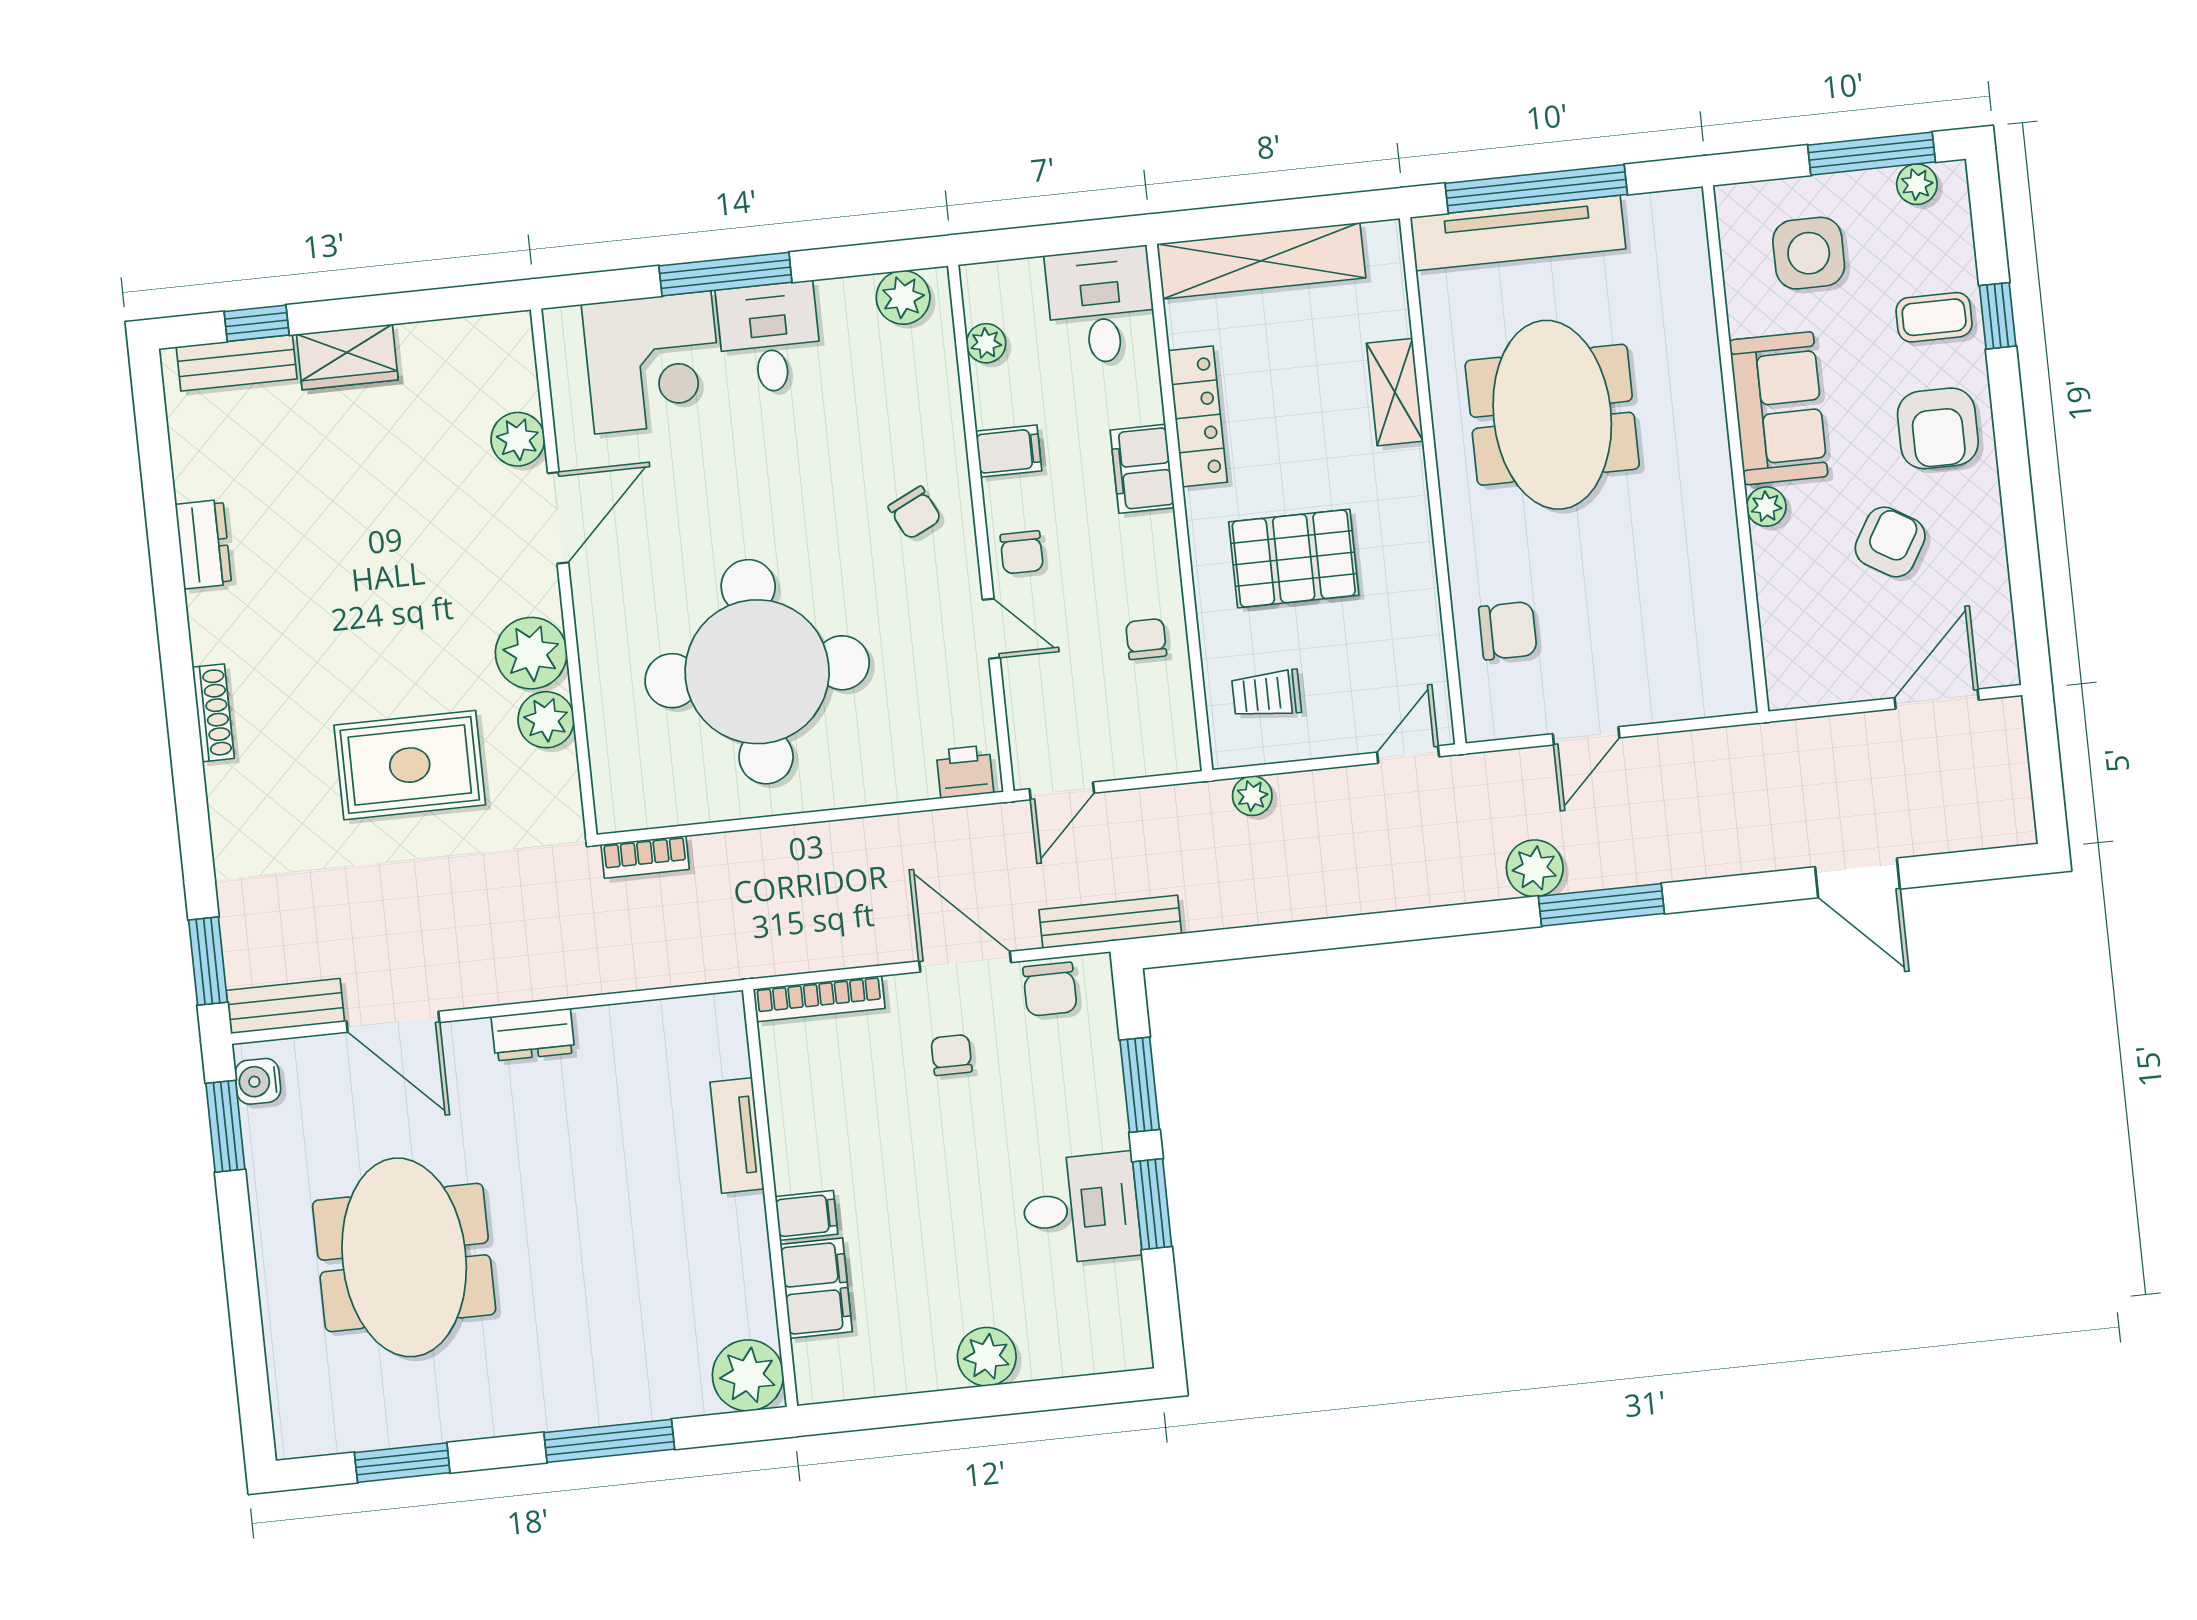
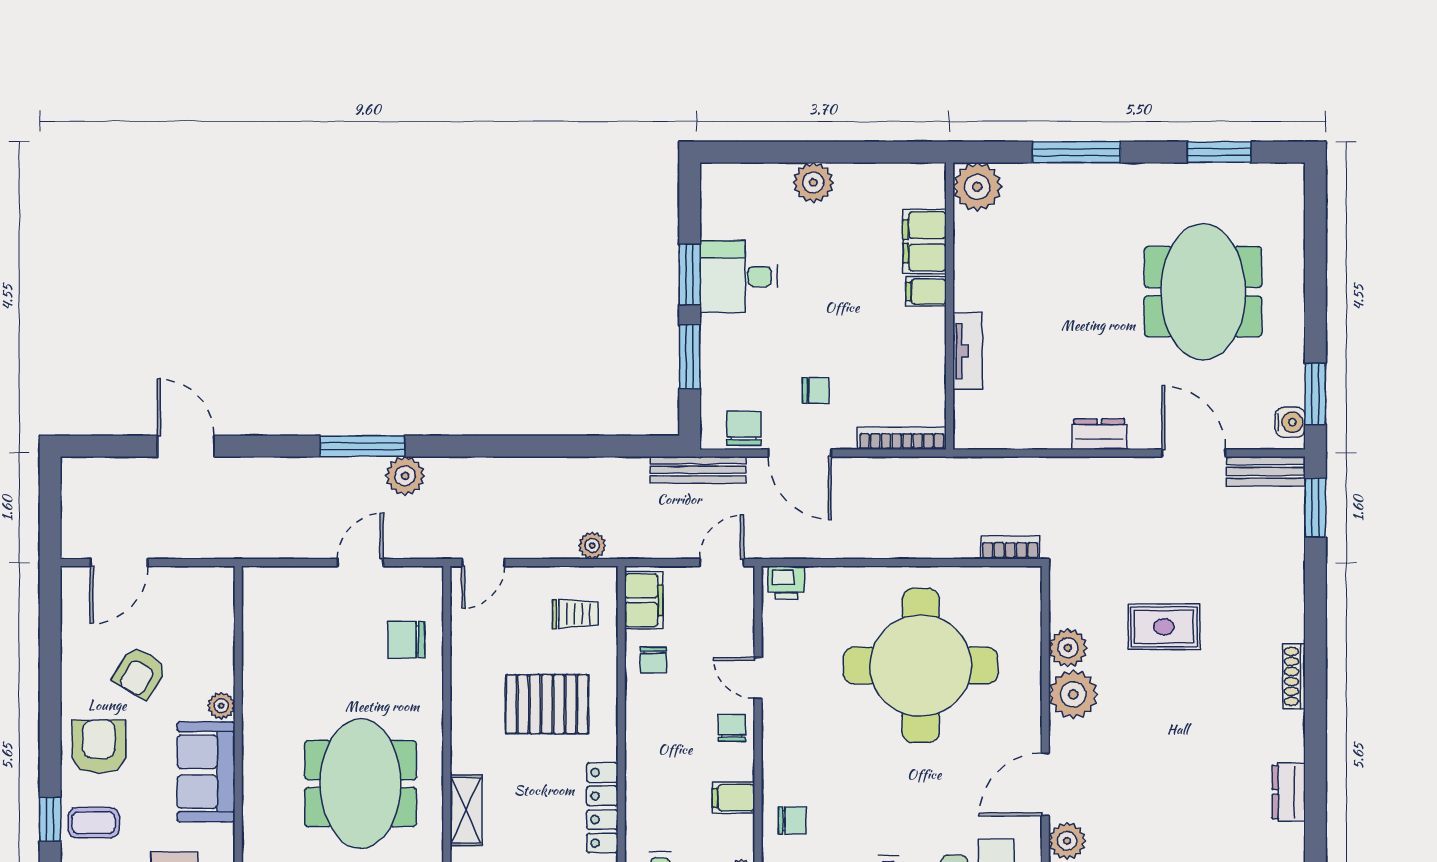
filing cabinet: (1142, 469) -> (644, 600), moved
chair: (915, 513) -> (792, 821), moved, turned 116
rug: (410, 765) -> (1164, 627), width x0.73, depth x0.70
chair: (952, 1055) -> (816, 390), turned -90

